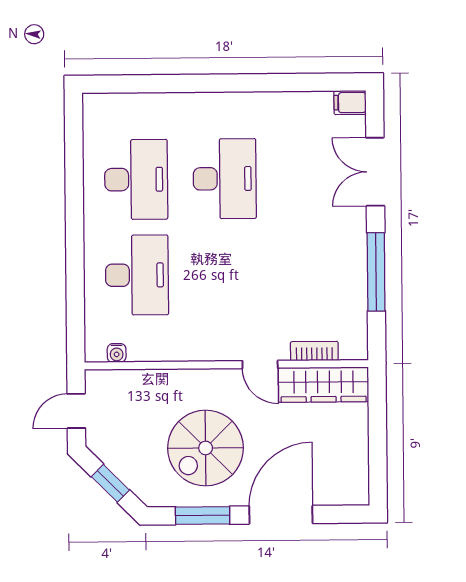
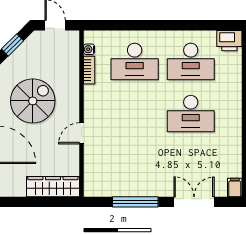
printer: (100, 114) -> (229, 41), added
bookcase: (314, 351) -> (89, 70), moved
wardrobe: (324, 385) -> (53, 187), moved, turned 90
spiral stairs: (206, 448) -> (33, 101), turned 90

